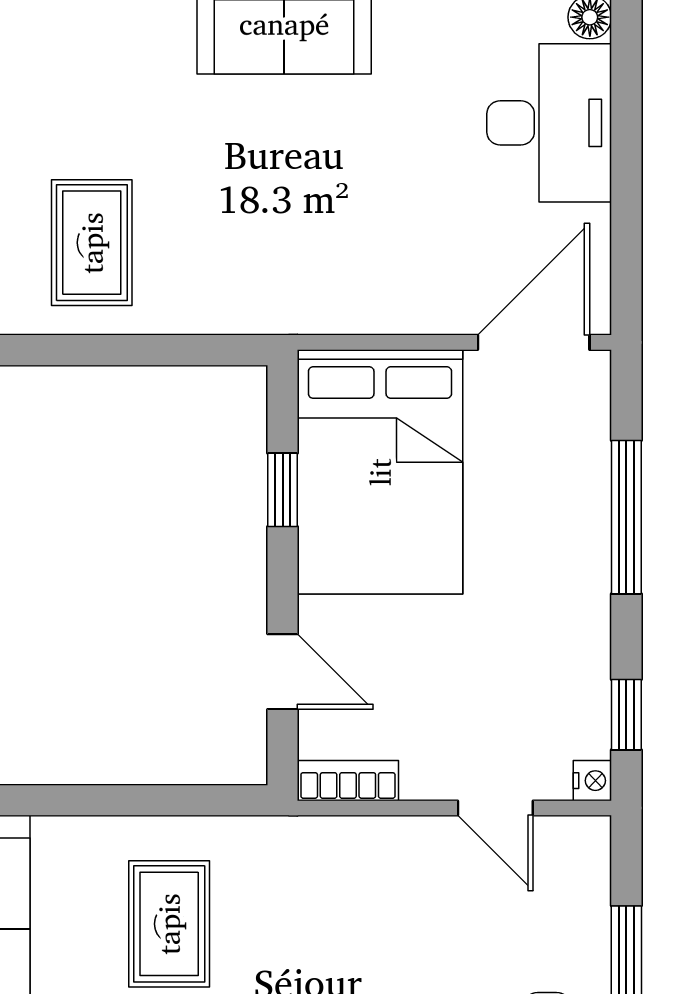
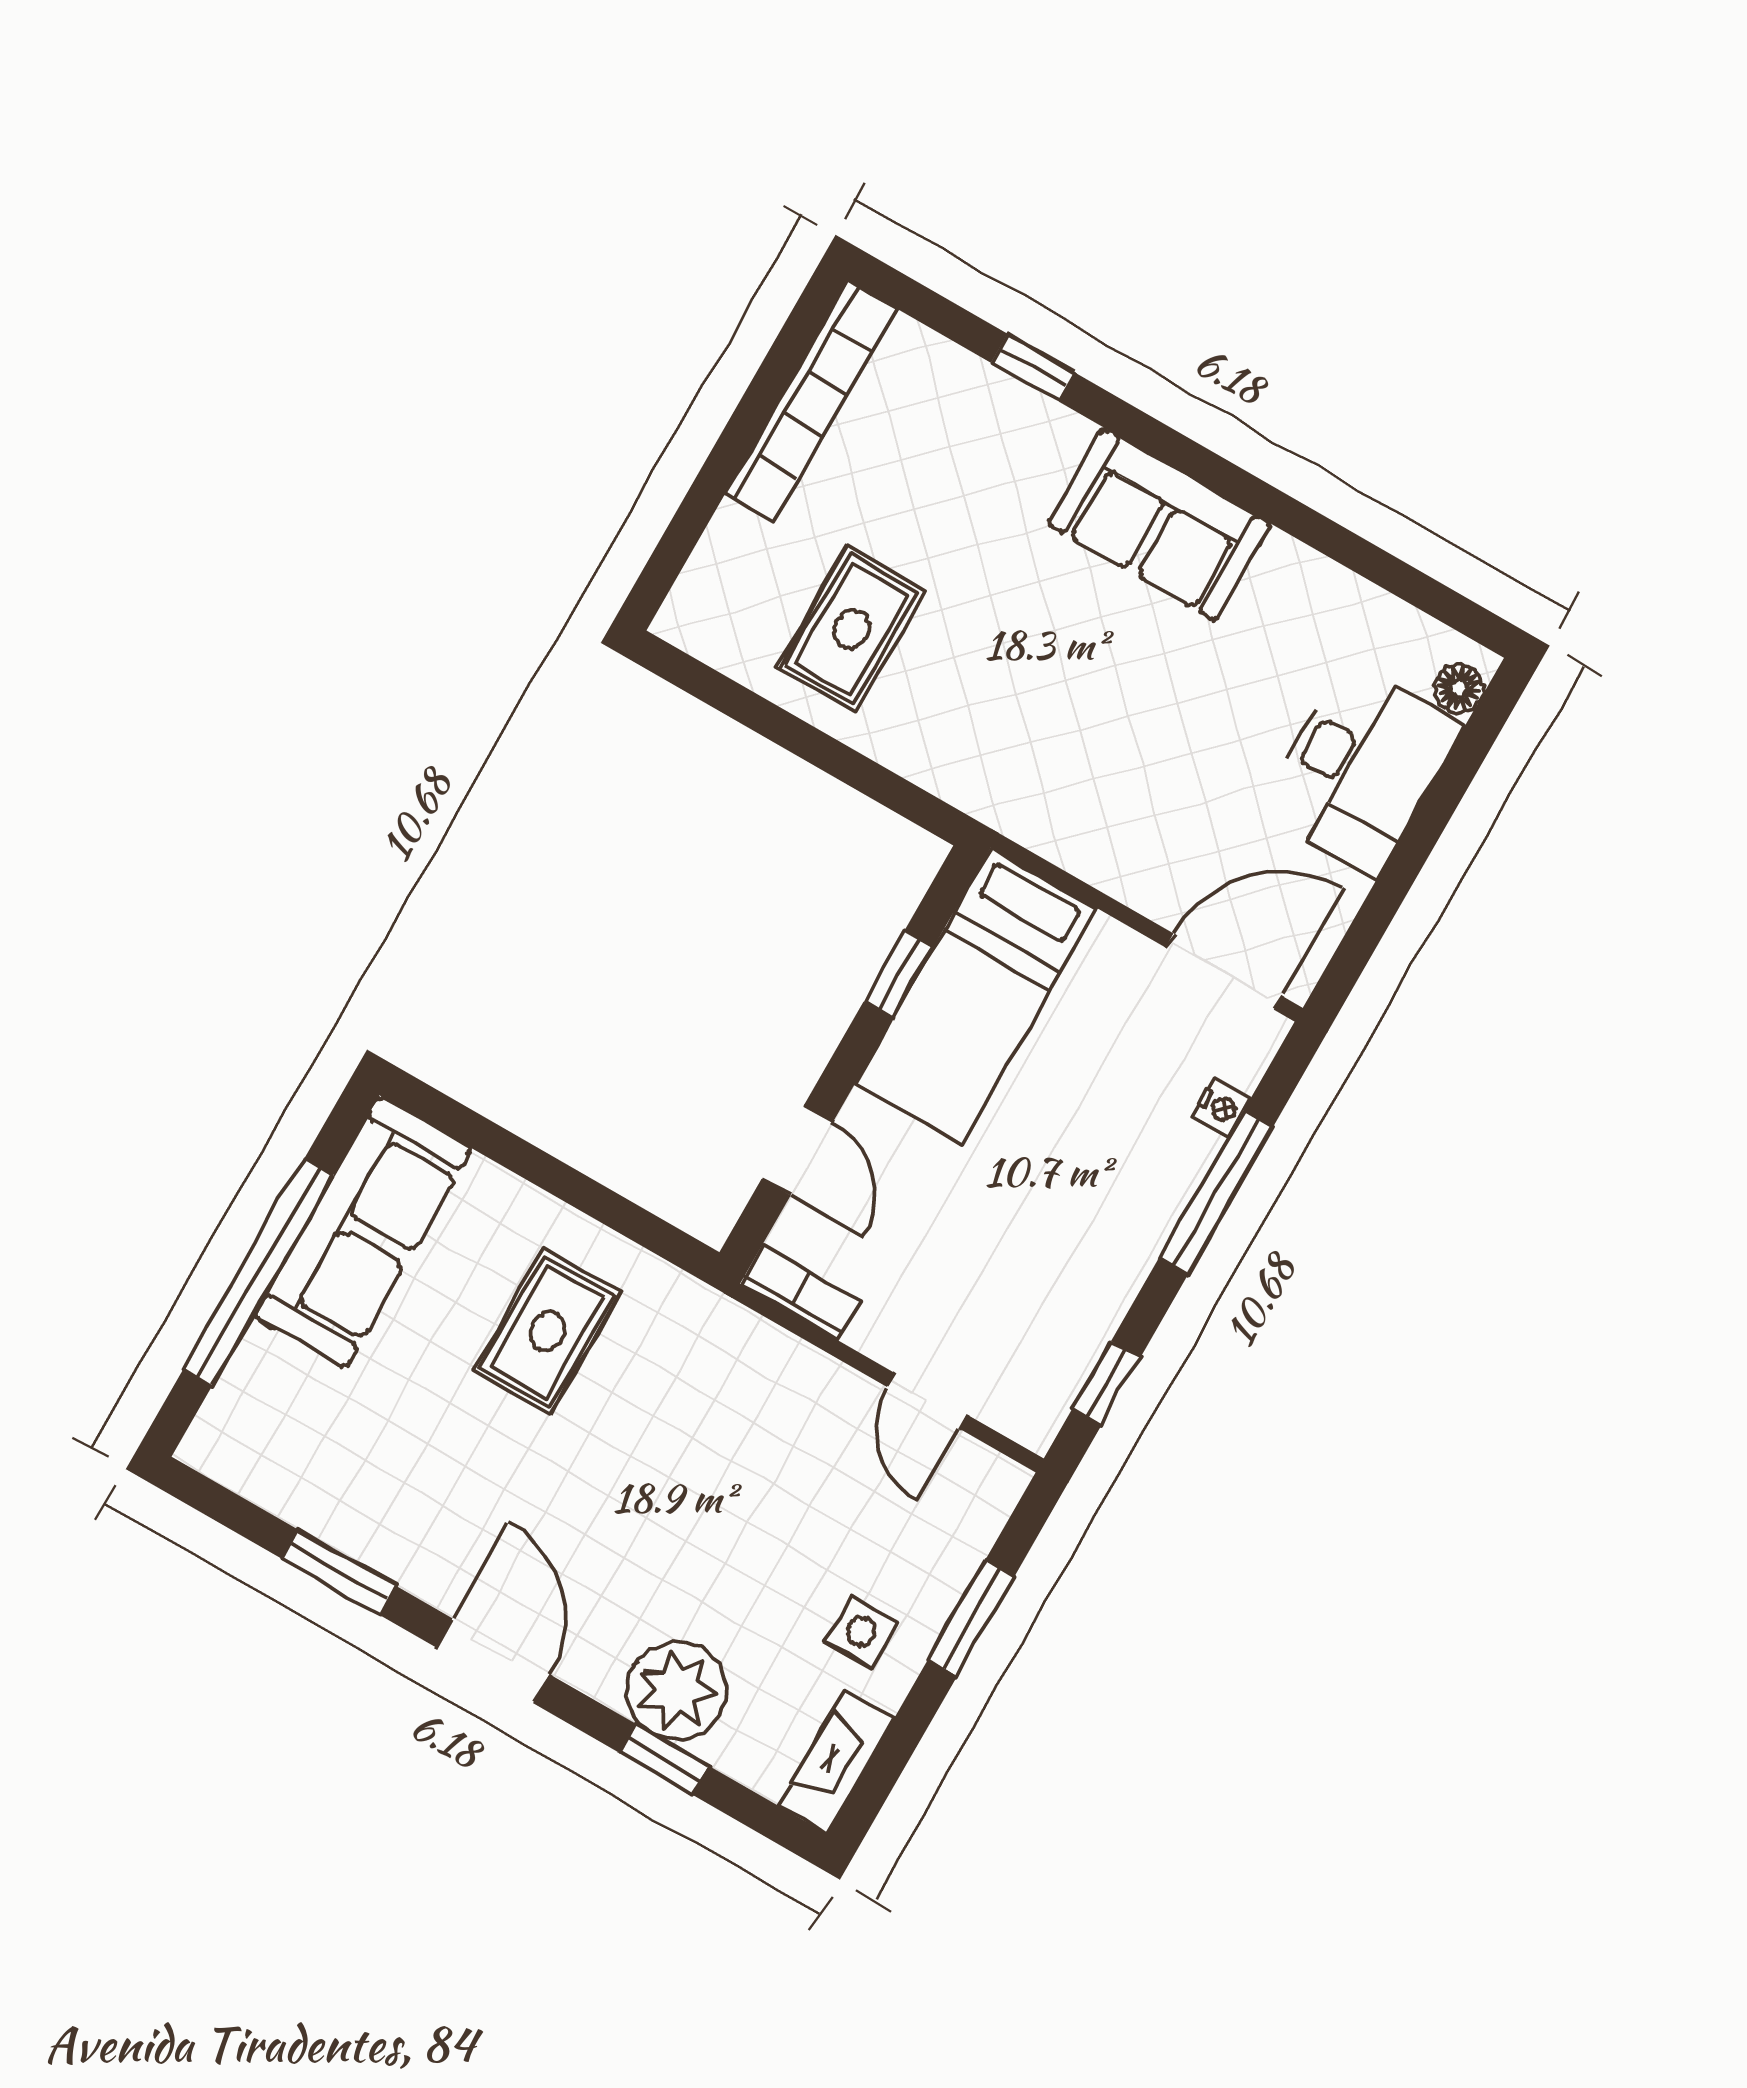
bed: (380, 472) -> (976, 996), width x0.67
nightstand: (592, 781) -> (1221, 1108), moved

